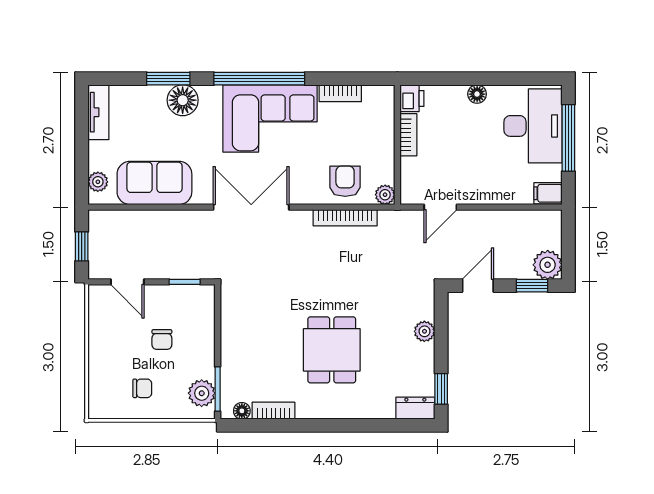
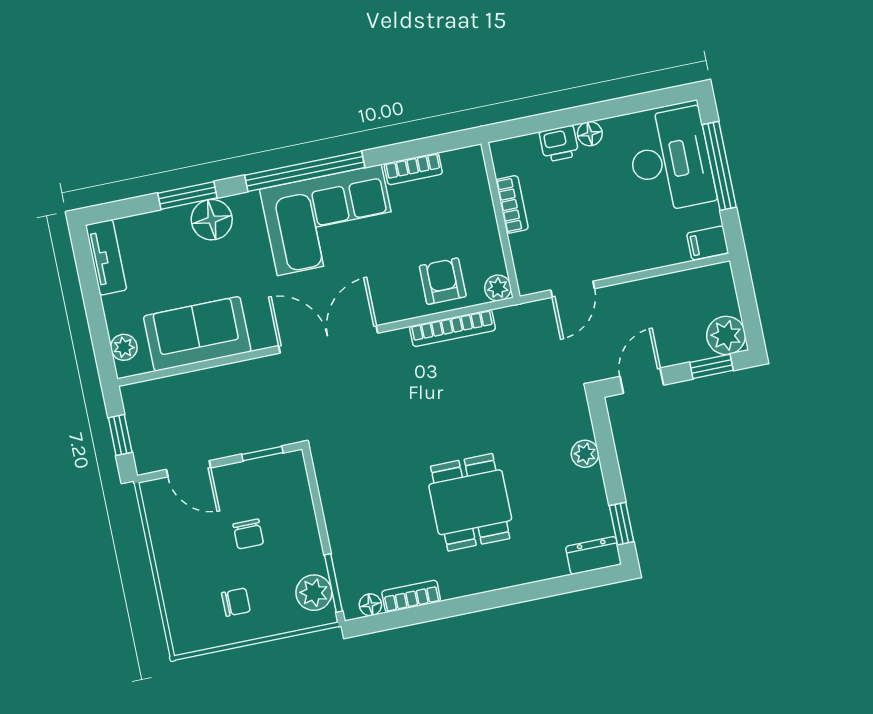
printer: (412, 99) -> (559, 144), moved, turned 90

